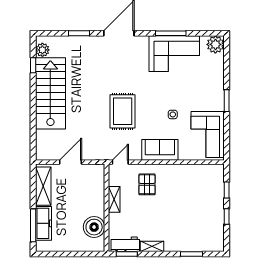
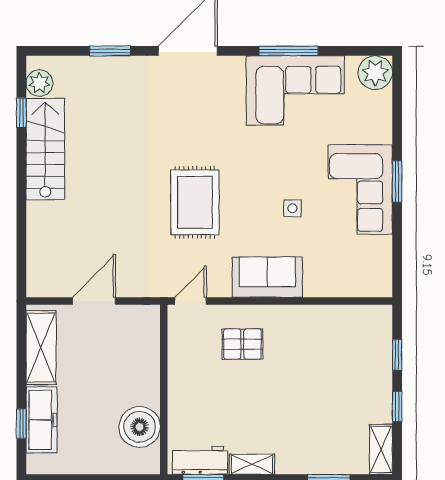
stairs: (50, 93) -> (45, 149), width x0.73, depth x0.66
corner sofa: (208, 135) -> (360, 190), moved
pallet: (147, 184) -> (242, 344), turned 90
shelving: (114, 199) -> (381, 449), moved
window: (33, 225) -> (21, 424), width x0.46

